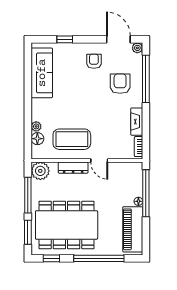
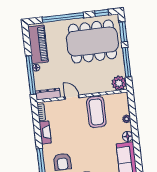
floor lamp: (37, 139) -> (128, 136), moved
coffee table: (72, 139) -> (96, 112), turned 90
dresser: (73, 168) -> (48, 94), moved

